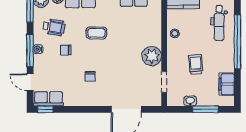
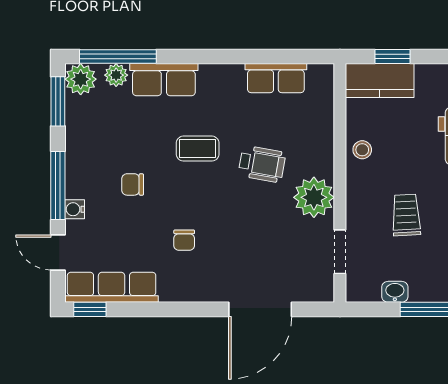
wheelchair: (54, 27) -> (262, 164), moved
water cooler: (38, 49) -> (75, 209), moved
row of seats: (48, 99) -> (112, 287), width x1.48

